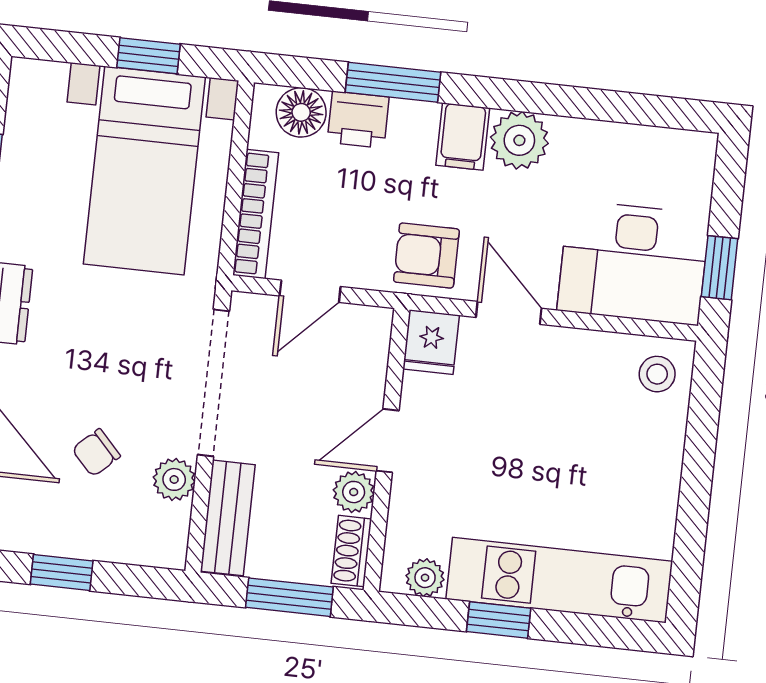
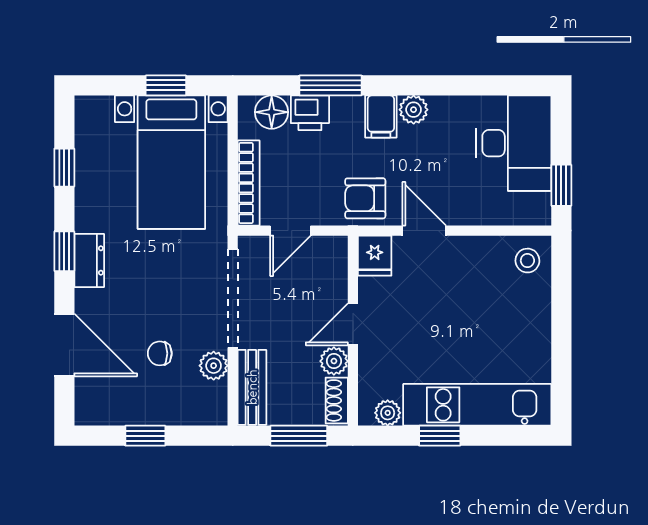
plant: (519, 140) -> (414, 110), width x0.73, depth x0.73
desk: (633, 263) -> (514, 143), moved, turned -90
chair: (96, 453) -> (160, 353), turned 43

